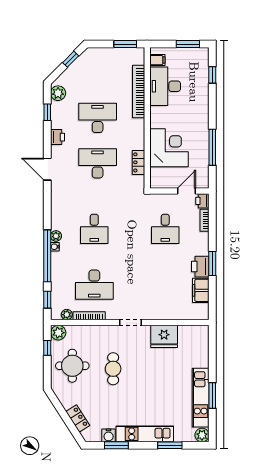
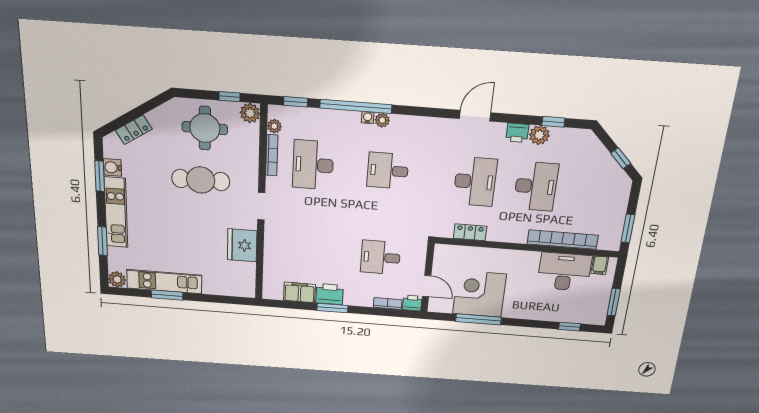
plant: (58, 93) -> (539, 135), moved
corner desk: (169, 148) -> (479, 294), moved, turned 180
cafe table: (113, 369) -> (201, 180), width x1.37, depth x1.35

